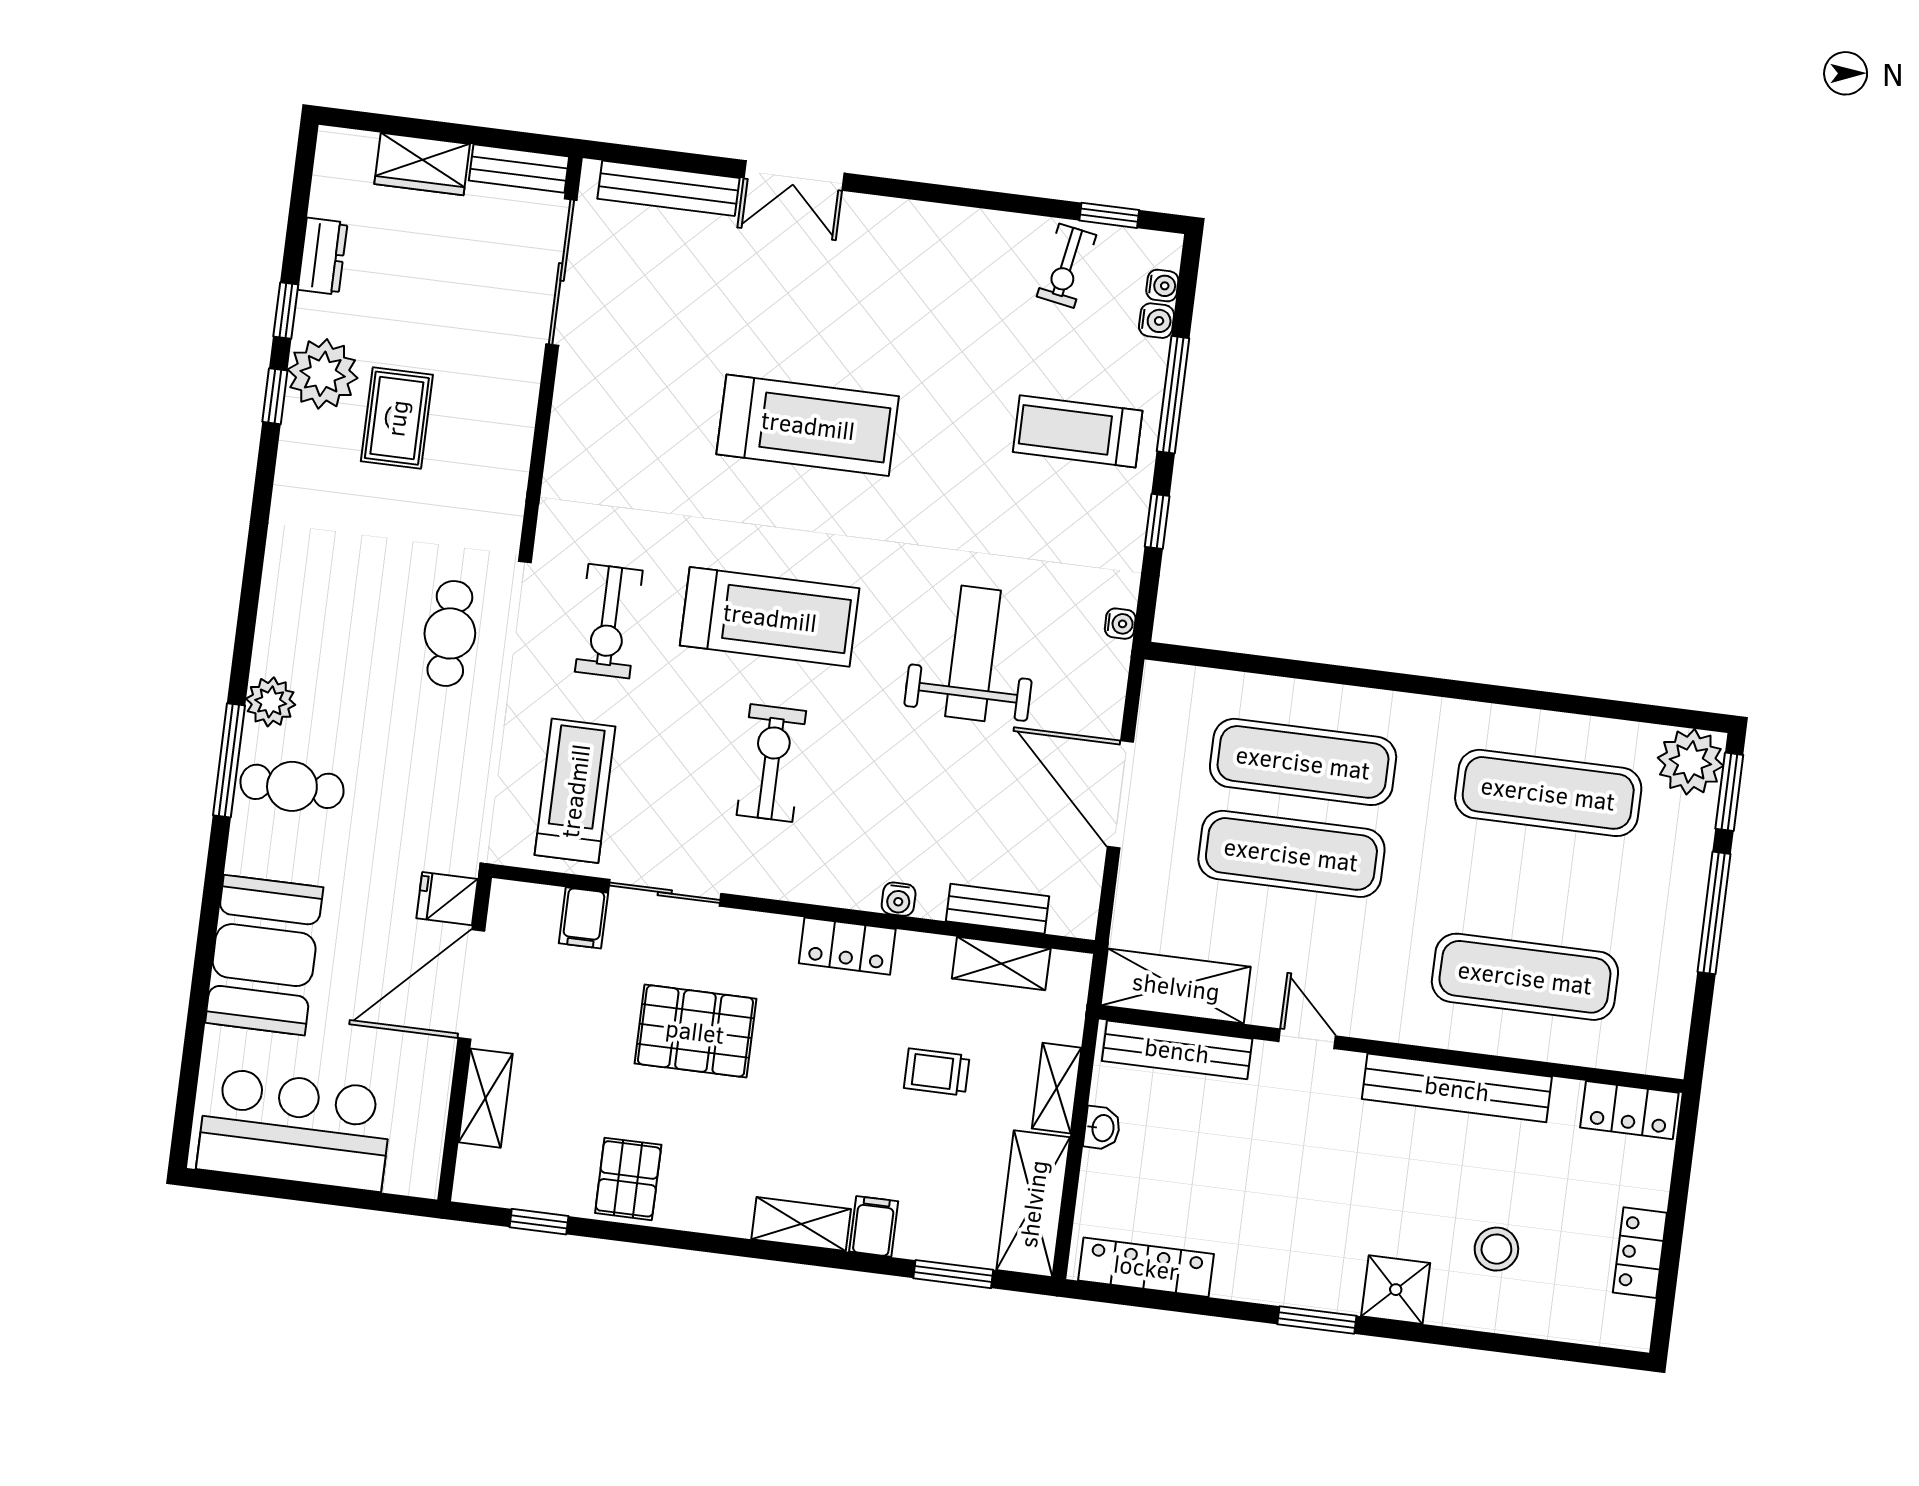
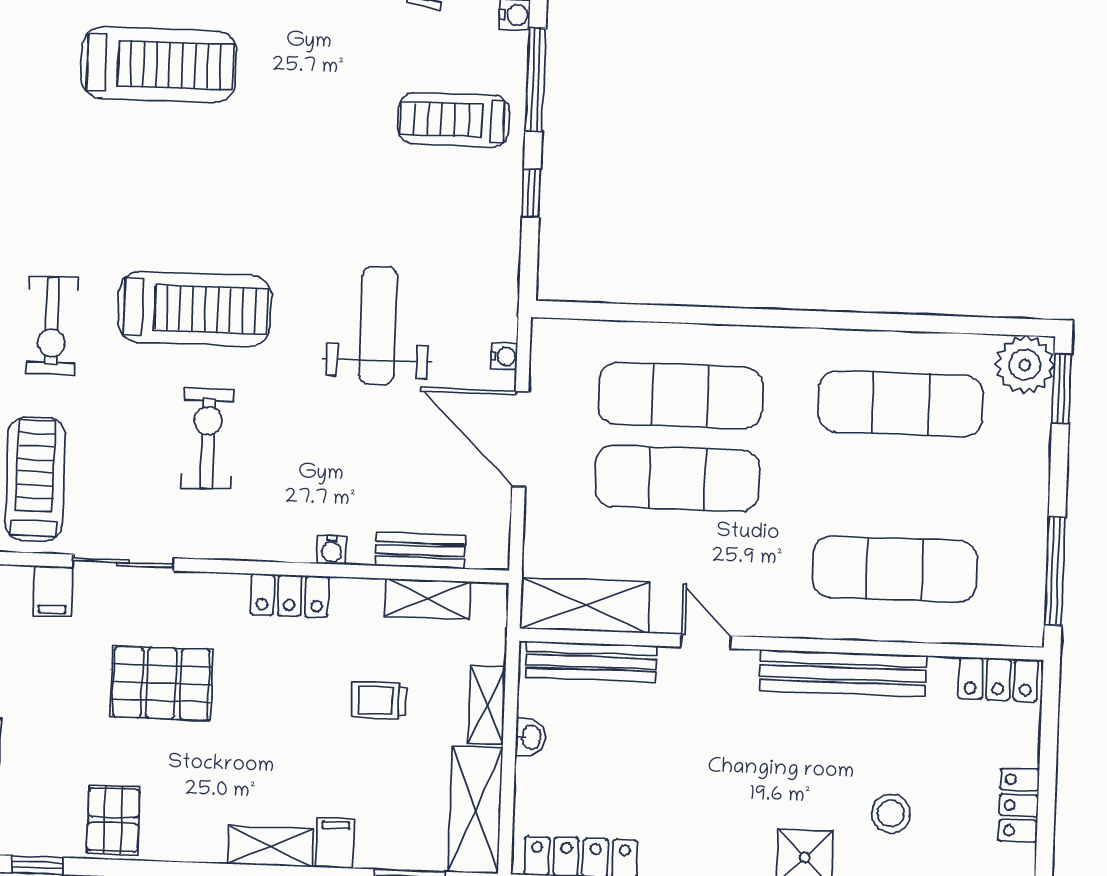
treadmill: (808, 425) -> (159, 65), moved
water cooler: (1120, 624) -> (504, 356), moved
window: (1714, 913) -> (1055, 571), moved

